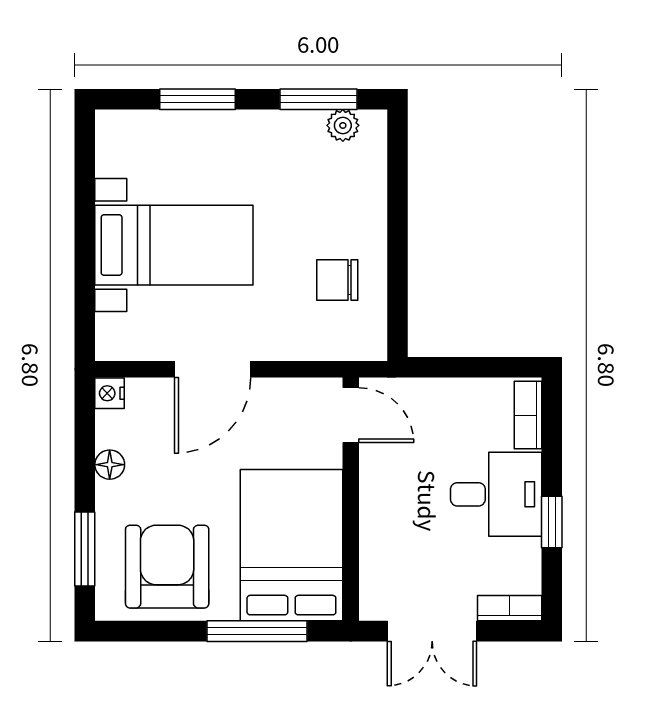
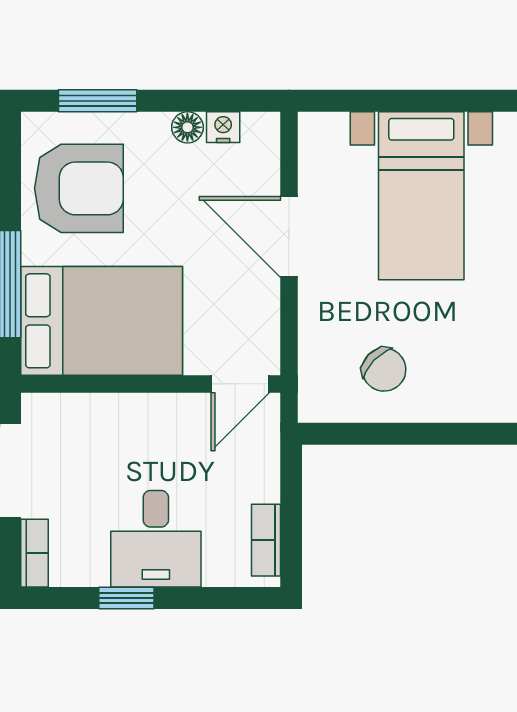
chair: (337, 280) -> (384, 370), turned 134
nightstand: (110, 393) -> (223, 127), moved
bookcase: (528, 415) -> (266, 540), moved, turned -90

